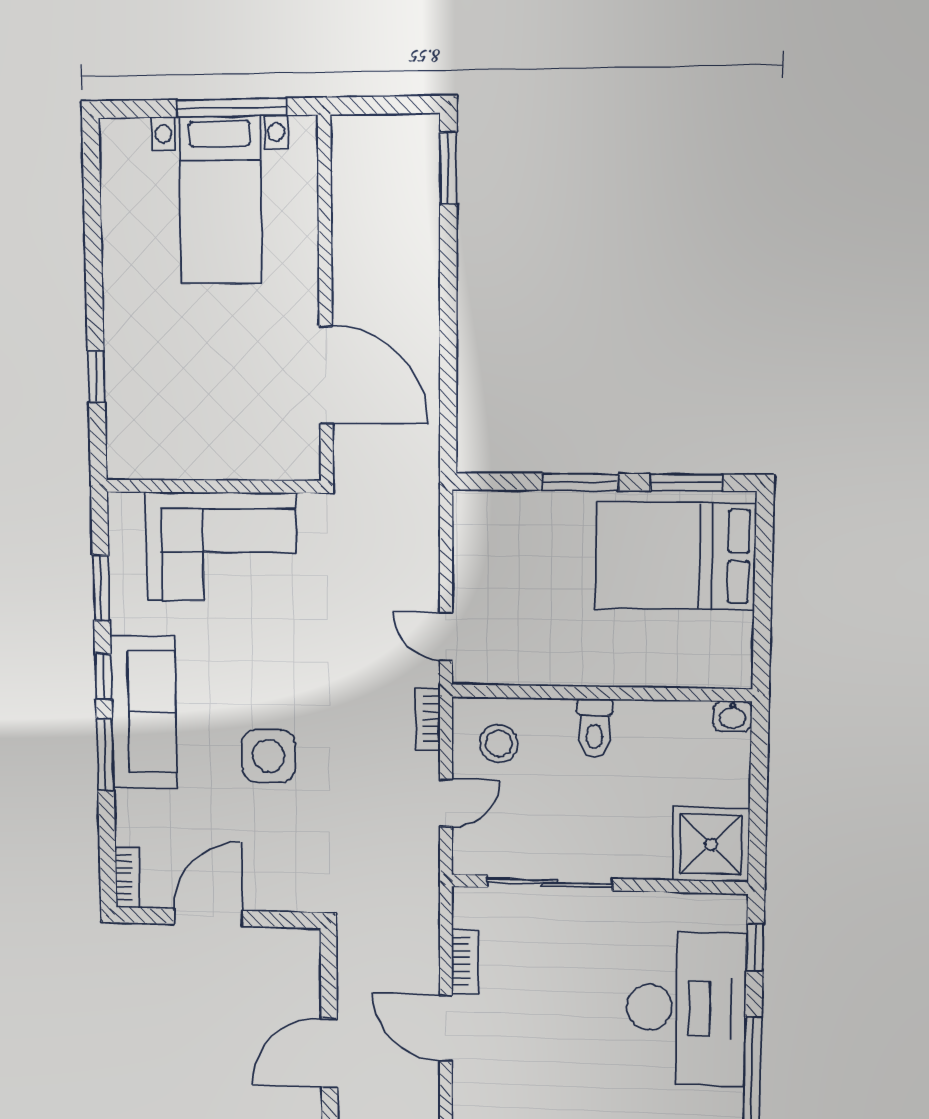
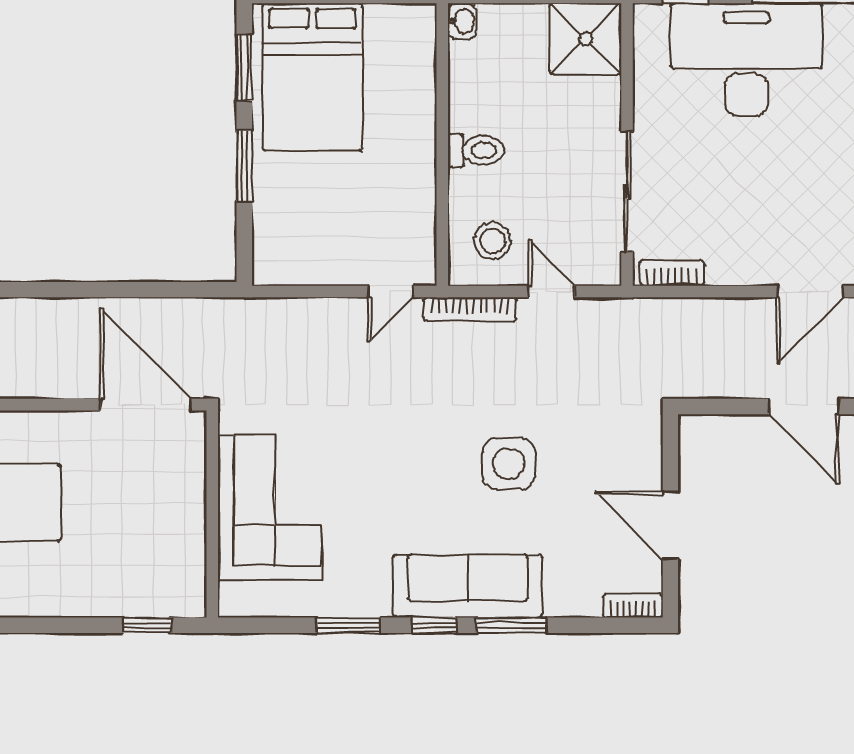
door: (326, 375) -> (146, 405), hinge flipped
wall: (213, 486) -> (212, 514), moved
corner sofa: (221, 547) -> (270, 507), moved
bookcase: (428, 719) -> (470, 309), width x1.56
bookcase: (465, 961) -> (672, 273), moved
door: (446, 1028) -> (810, 292), moved

